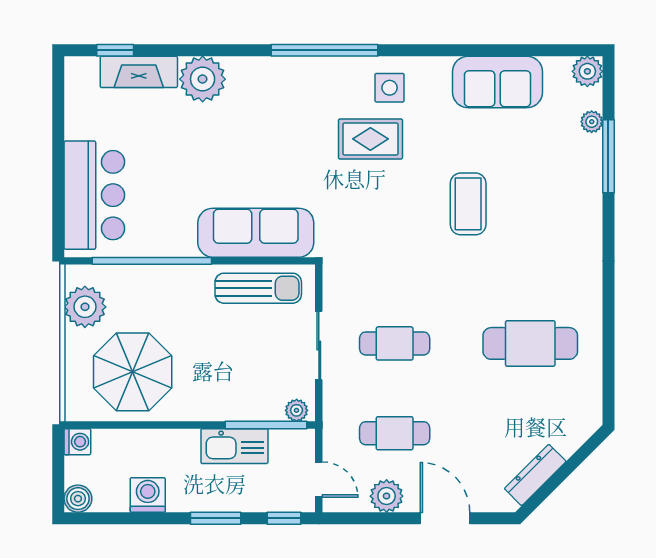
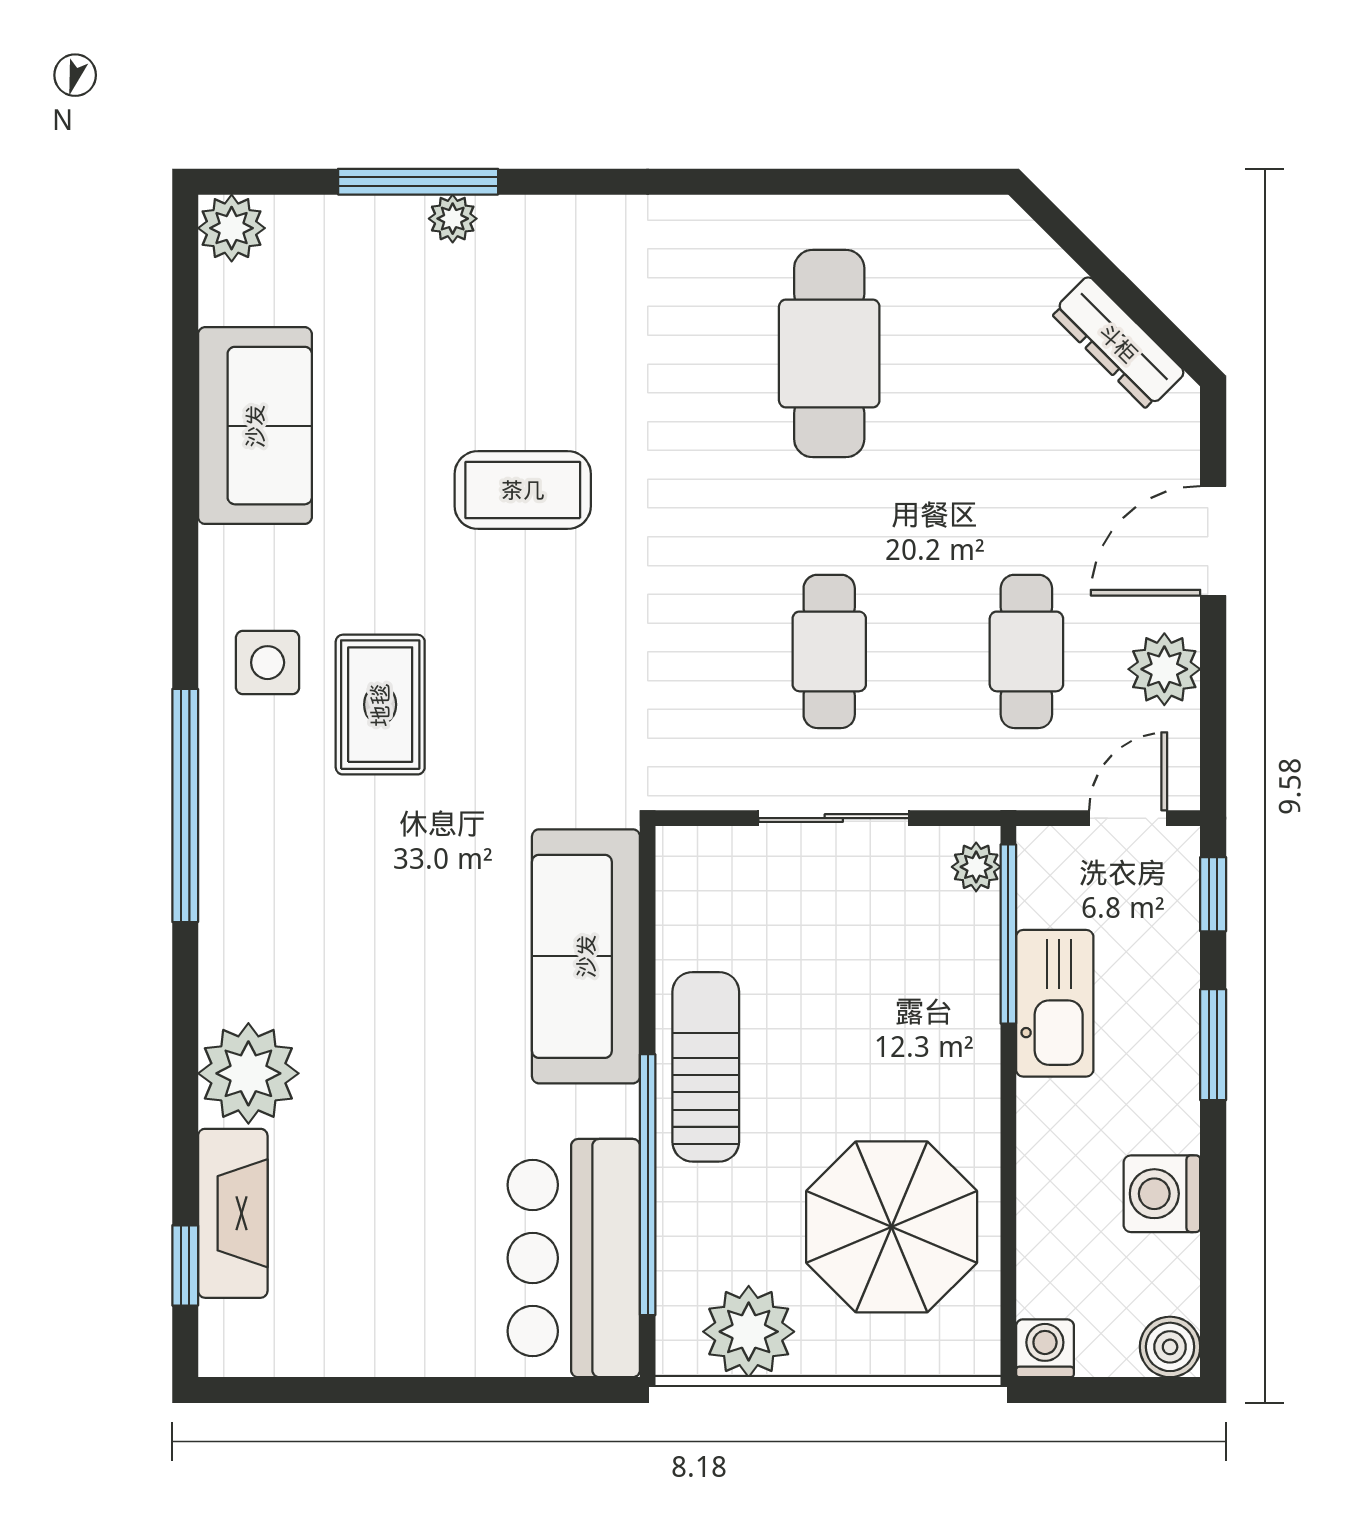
plant: (592, 122) -> (453, 219), moved
bar counter: (94, 195) -> (574, 1258), moved, turned -90
sun lounger: (258, 288) -> (706, 1067), moved

